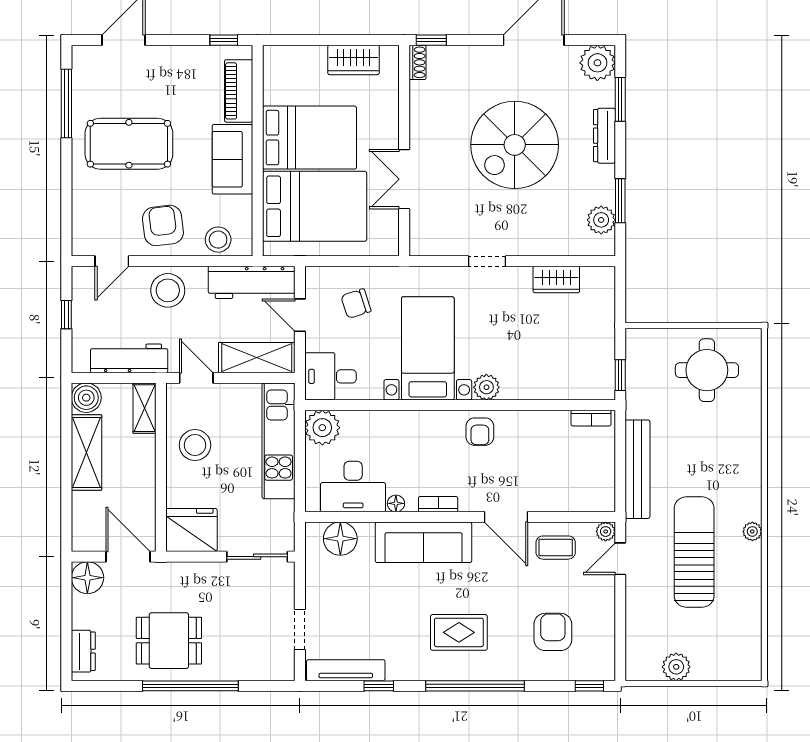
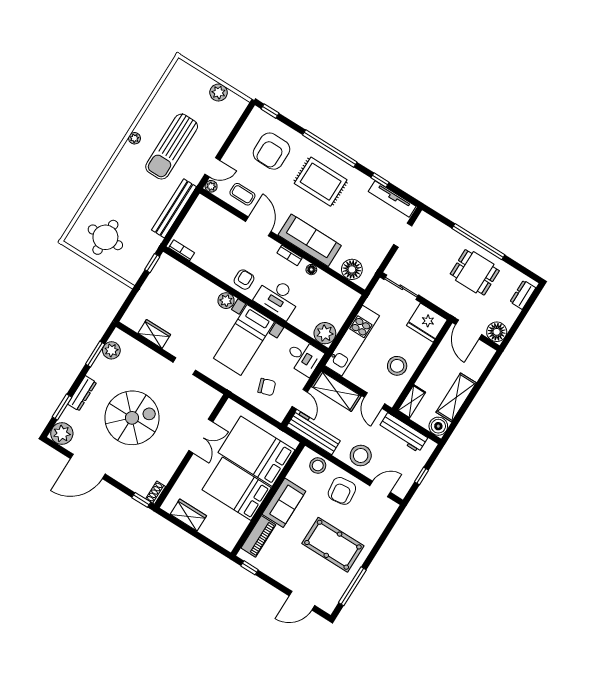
desk: (353, 487) -> (278, 298), moved, turned 180
rug: (459, 632) -> (321, 182), width x1.36, depth x1.43
armchair: (553, 632) -> (271, 151), width x1.36, depth x1.36

